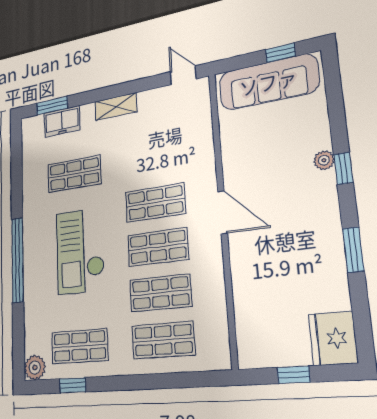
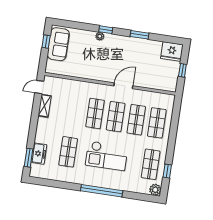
sofa: (268, 82) -> (58, 44), width x0.73
shelving: (116, 107) -> (45, 106), moved
door: (223, 212) -> (123, 86), moved

